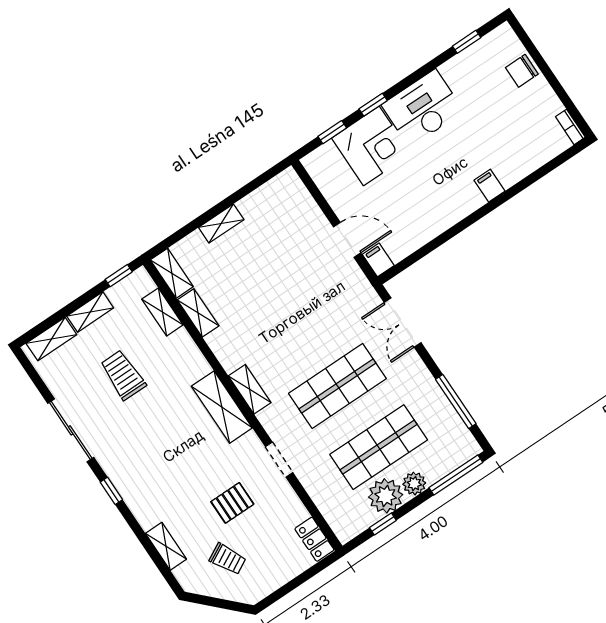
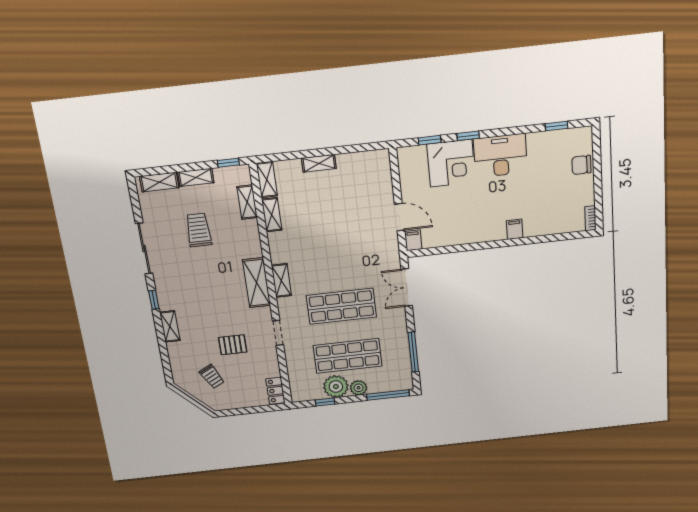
shelving: (166, 546) -> (170, 326), moved

